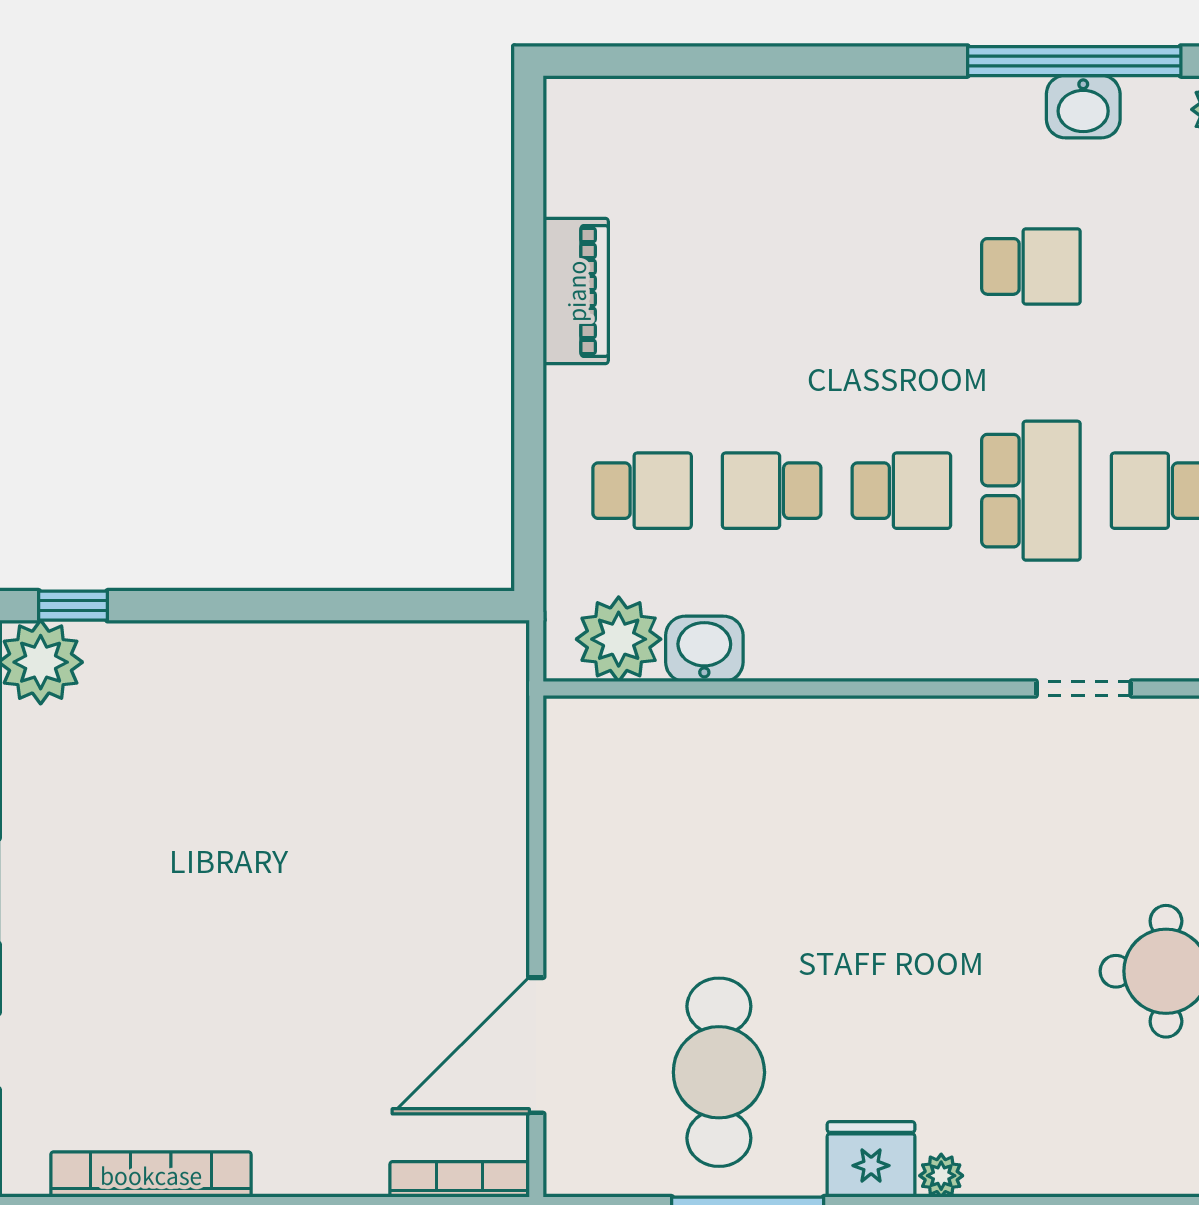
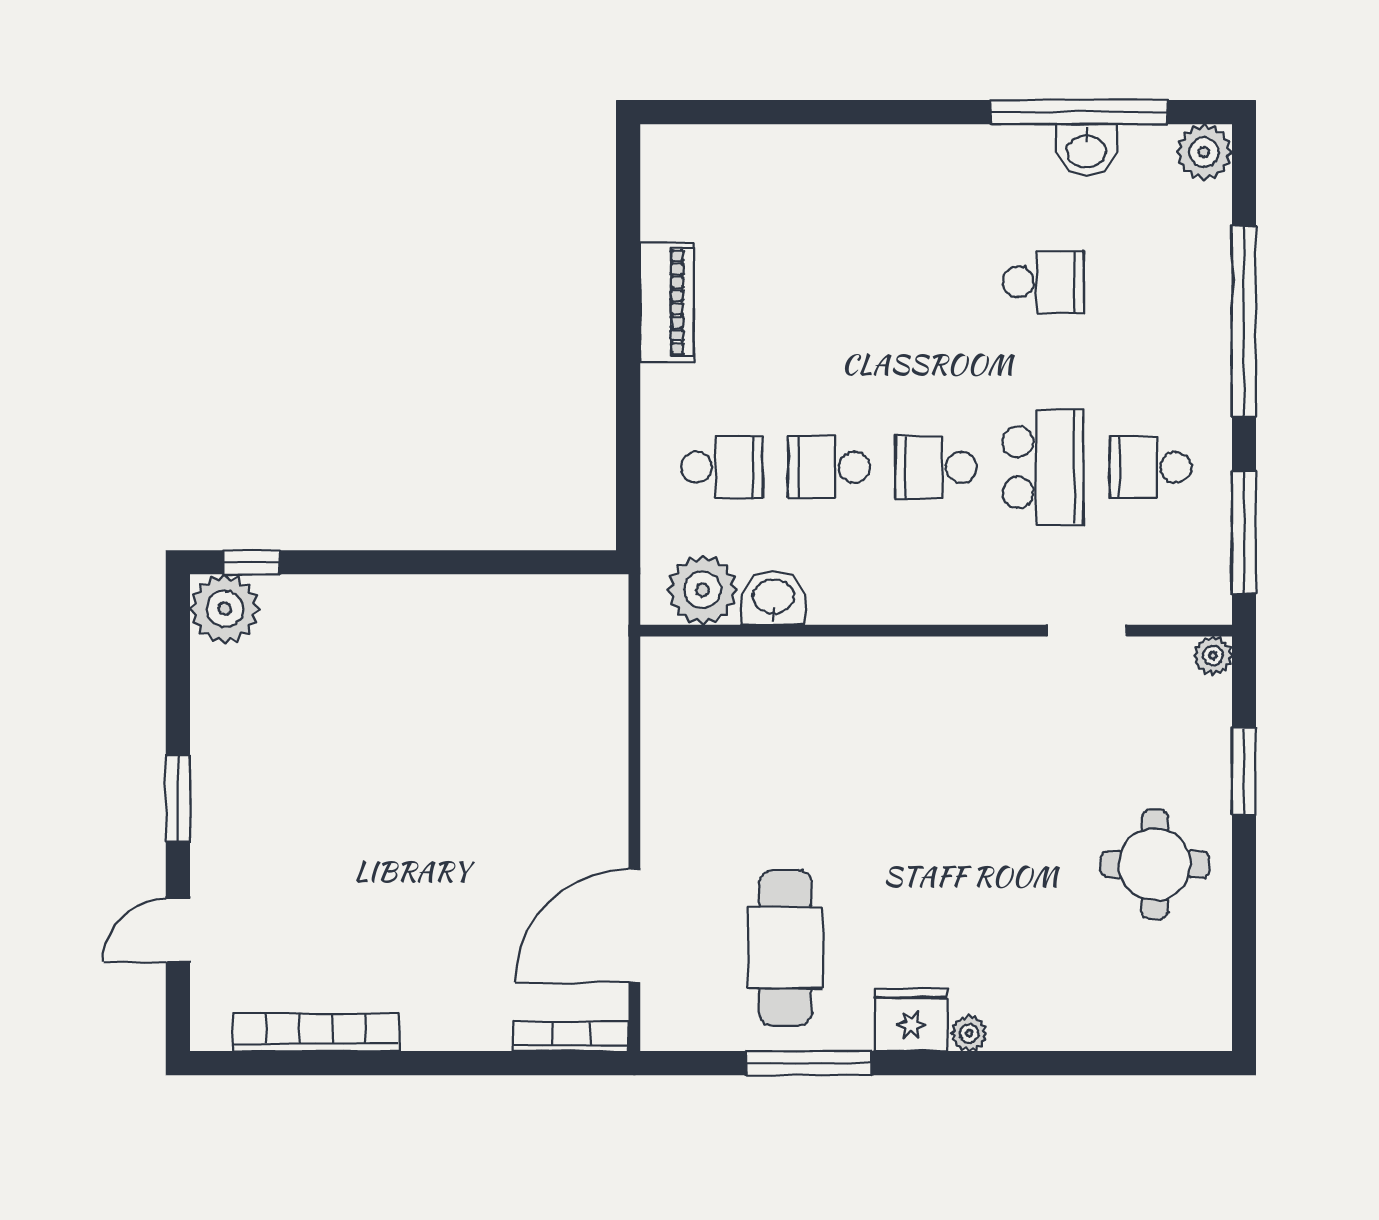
school desk: (901, 491) -> (936, 467), turned 180

